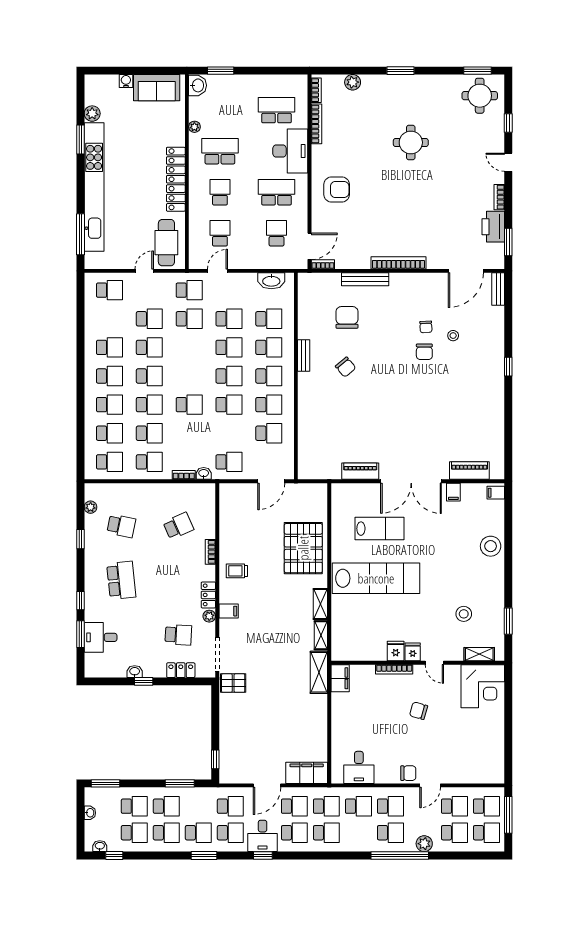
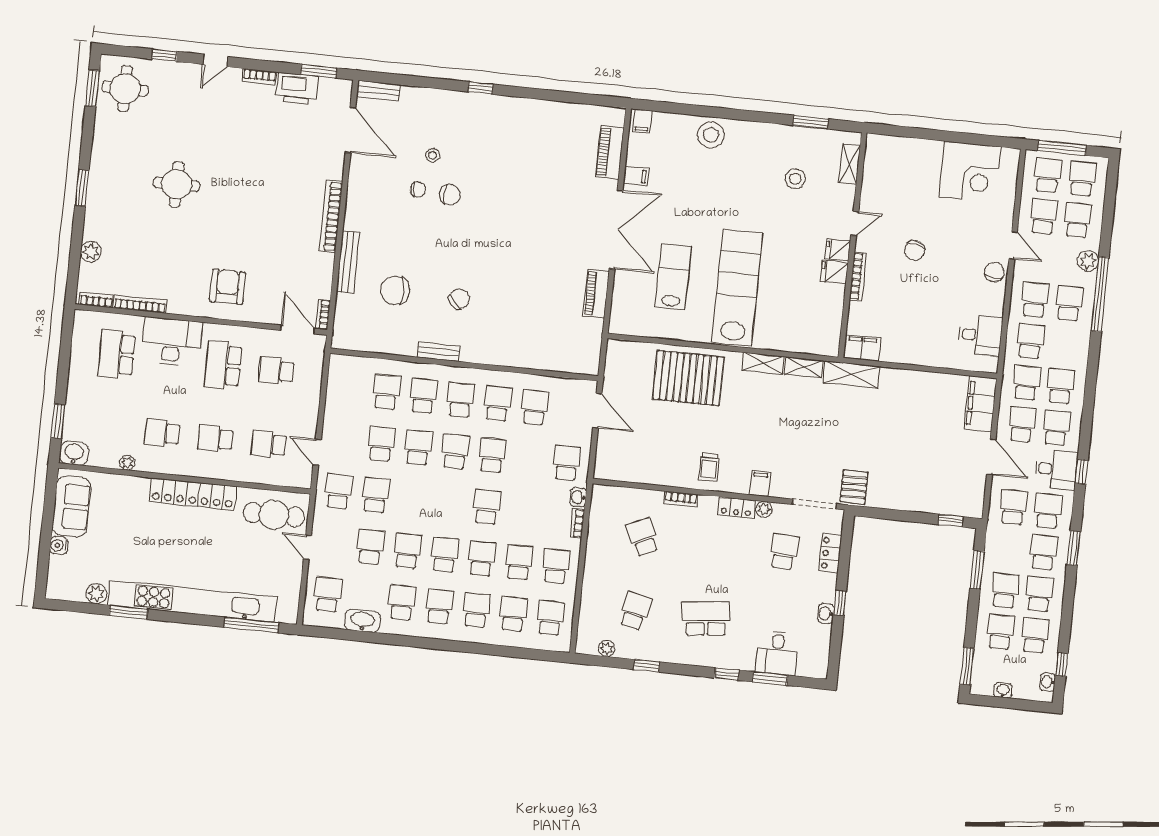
school desk: (220, 151) -> (162, 433), width x0.54
washbasin: (271, 281) -> (362, 621), moved, turned -90
corner desk: (483, 686) -> (970, 172), moved, turned 90

